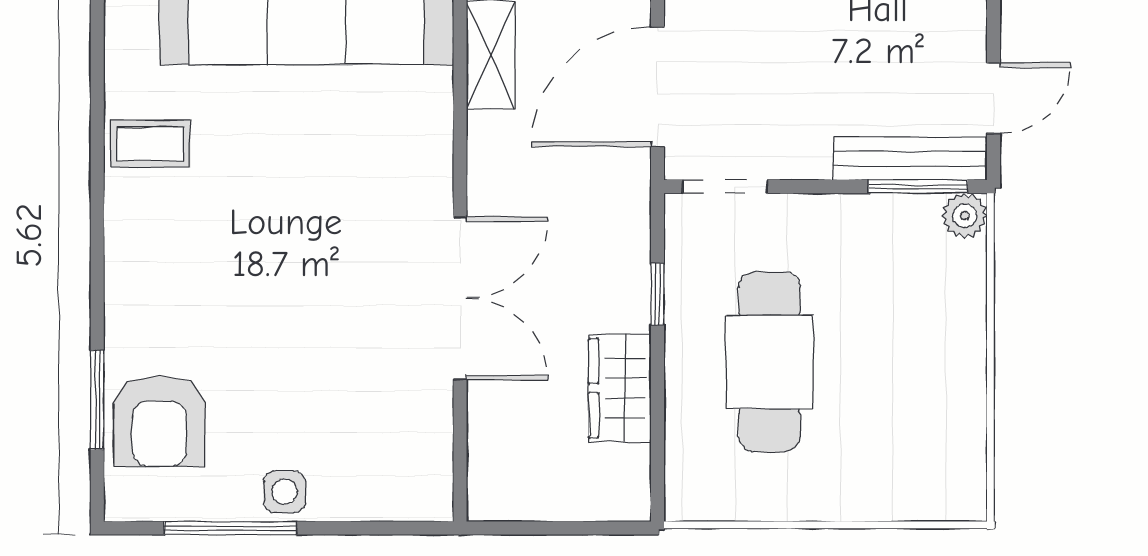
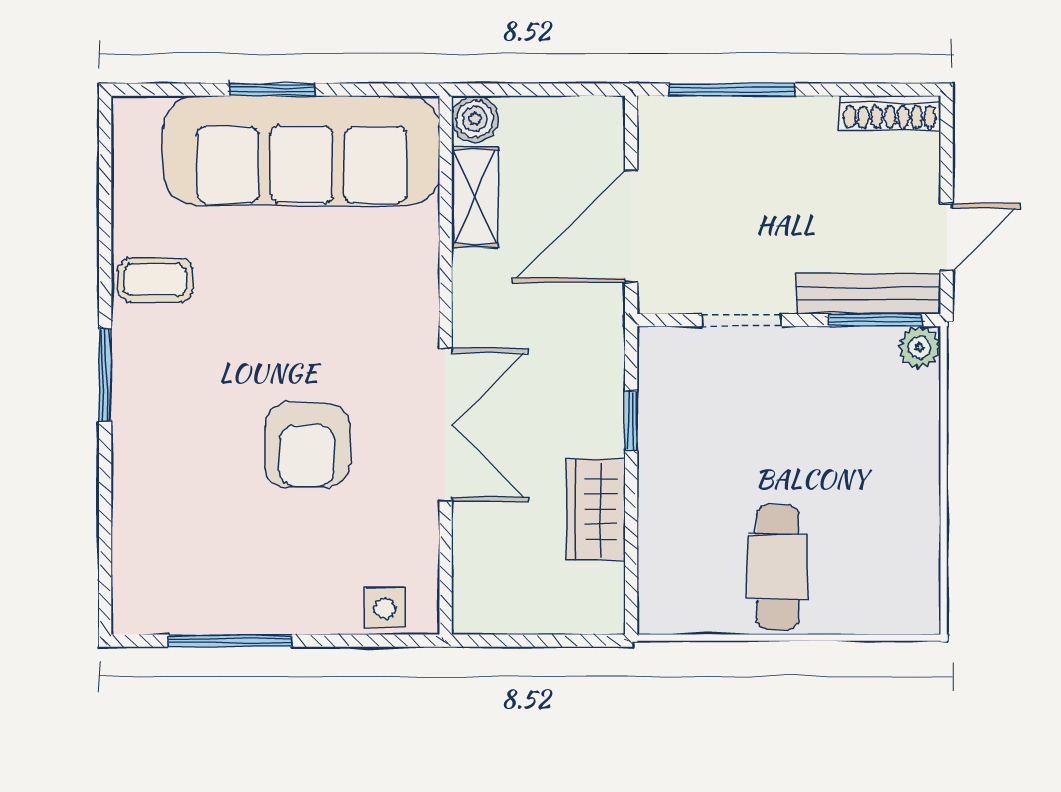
doorway: (725, 187) -> (742, 320), moved
cafe table: (770, 362) -> (778, 567), moved, width x0.73, depth x0.74
window: (97, 400) -> (105, 375), moved
armchair: (159, 421) -> (307, 446), moved
side table: (285, 492) -> (385, 608), moved

